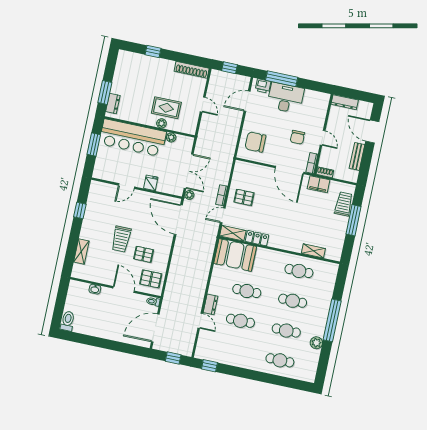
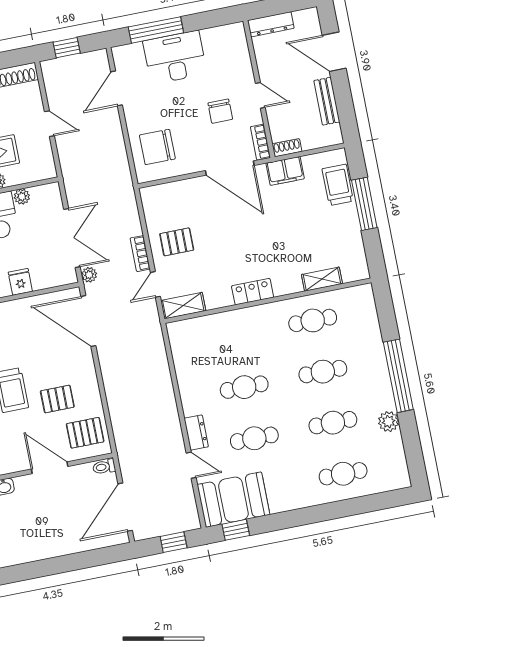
printer: (263, 86) -> (131, 54), removed
locker: (257, 238) -> (253, 292), moved
booth: (235, 255) -> (233, 500), moved

